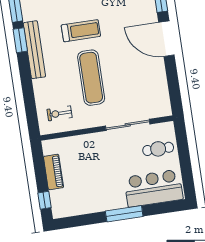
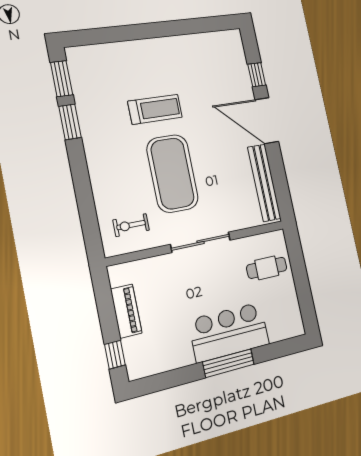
bench: (34, 50) -> (264, 183), moved
exercise mat: (91, 78) -> (173, 173), width x1.47
sliding door: (128, 125) -> (201, 242), moved
bar counter: (154, 188) -> (229, 332), moved

